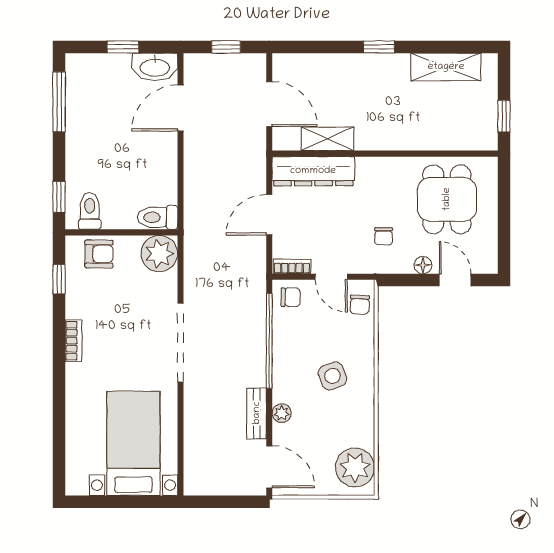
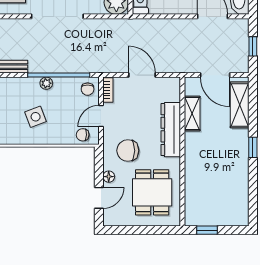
shelving: (446, 67) -> (240, 105), moved
door: (269, 104) -> (215, 75), hinge flipped
dresser: (313, 171) -> (171, 130), moved
dining table: (447, 199) -> (152, 192), turned 90
chair: (384, 236) -> (128, 151), width x1.87, depth x1.87
plant: (282, 413) -> (46, 83), moved

